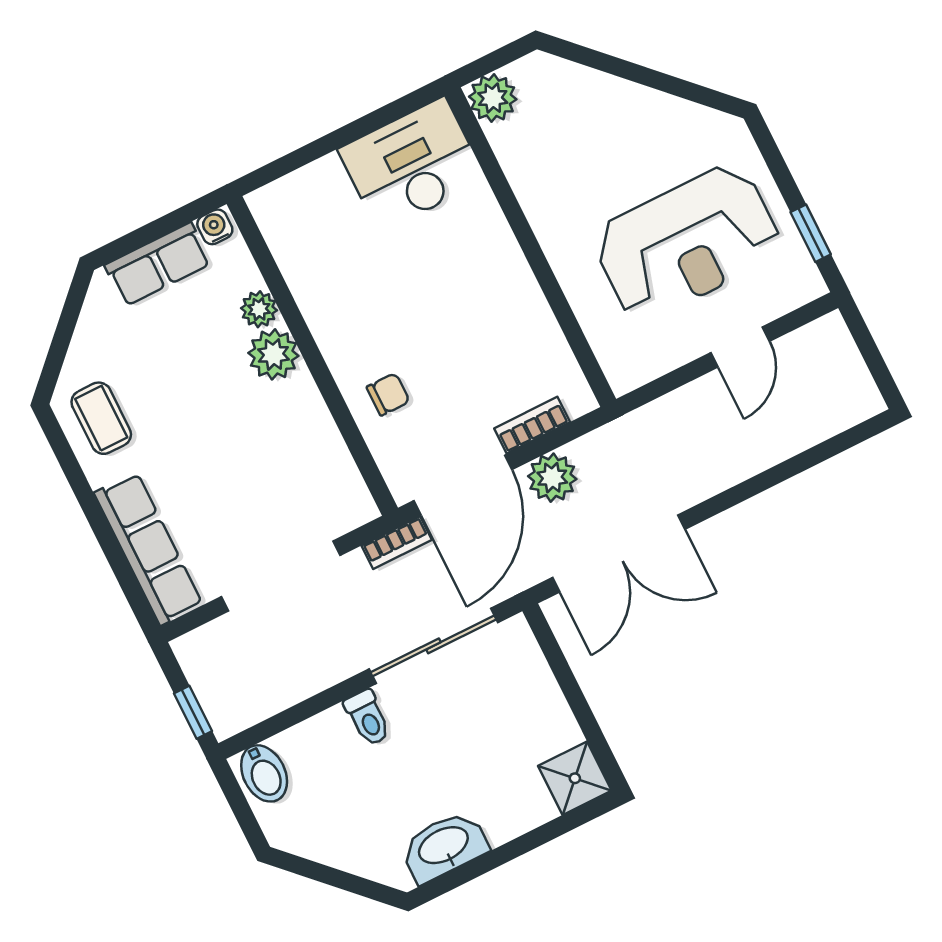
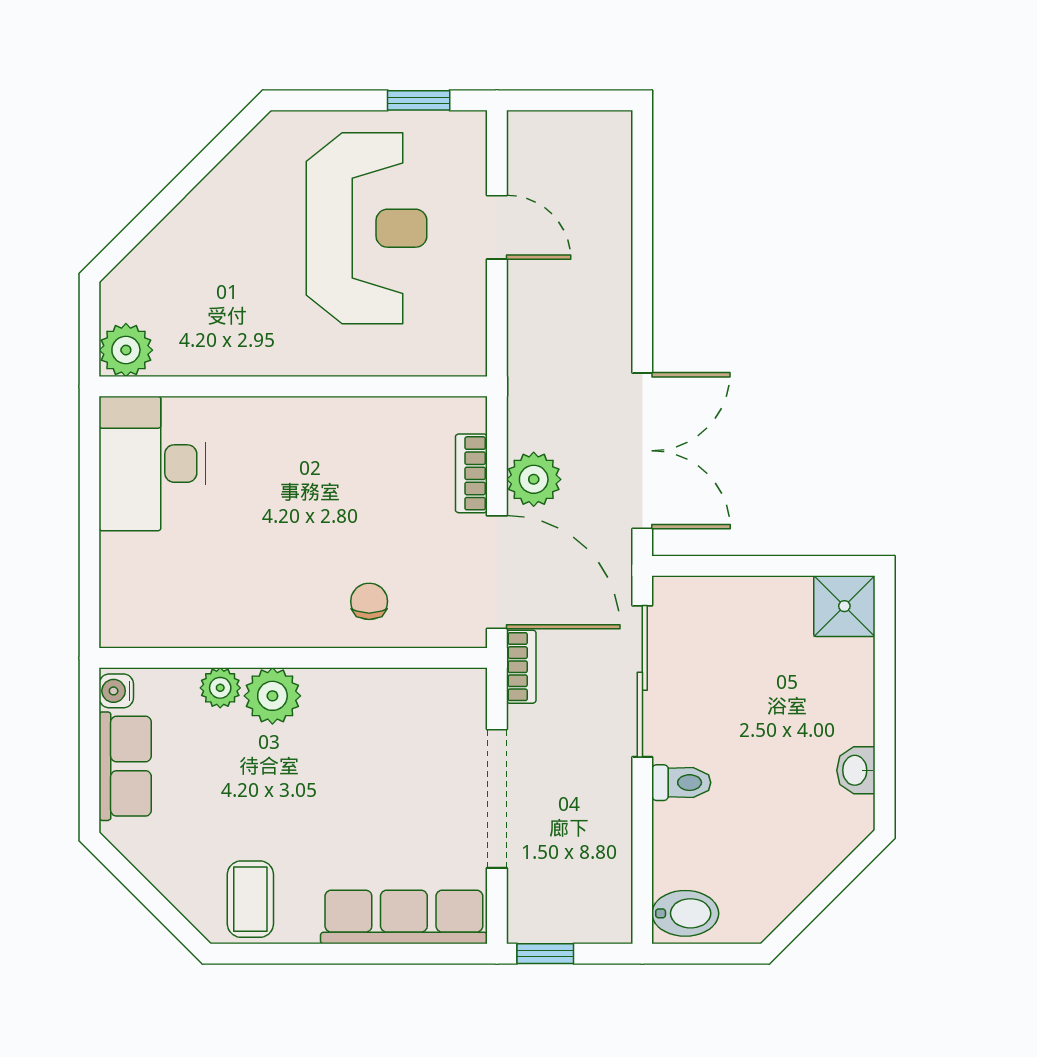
coffee table: (101, 418) -> (250, 899), turned 90
window: (193, 712) -> (545, 954), moved
washbasin: (444, 846) -> (856, 770), width x0.52, depth x0.69

